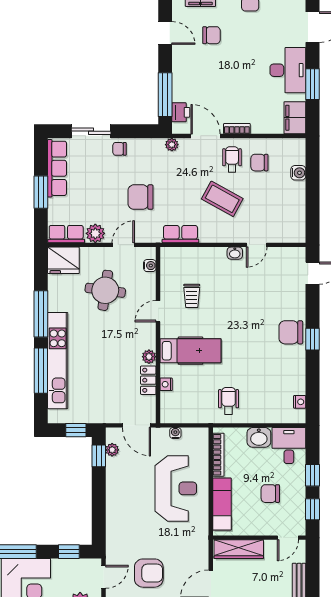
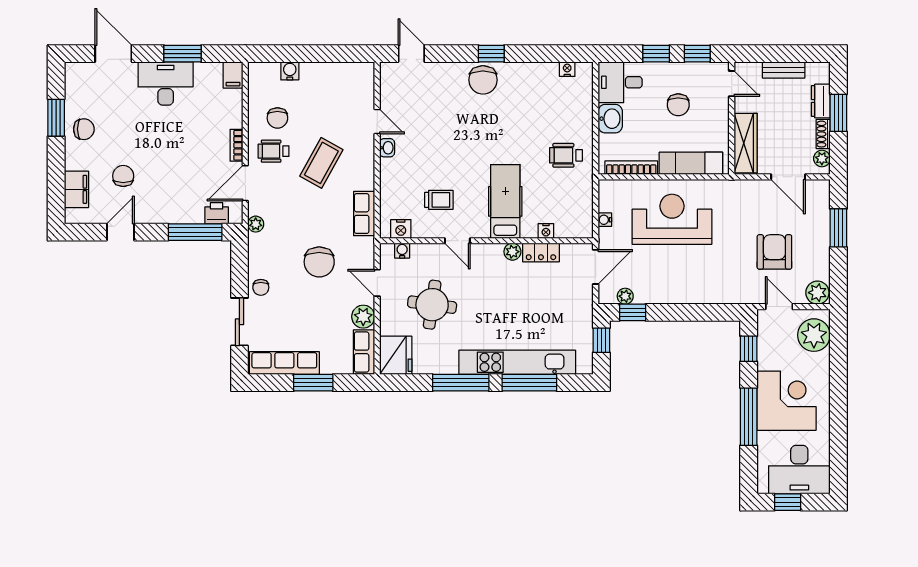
filing cabinet: (295, 118) -> (233, 75), width x0.50
nightstand: (168, 264) -> (401, 229), added

